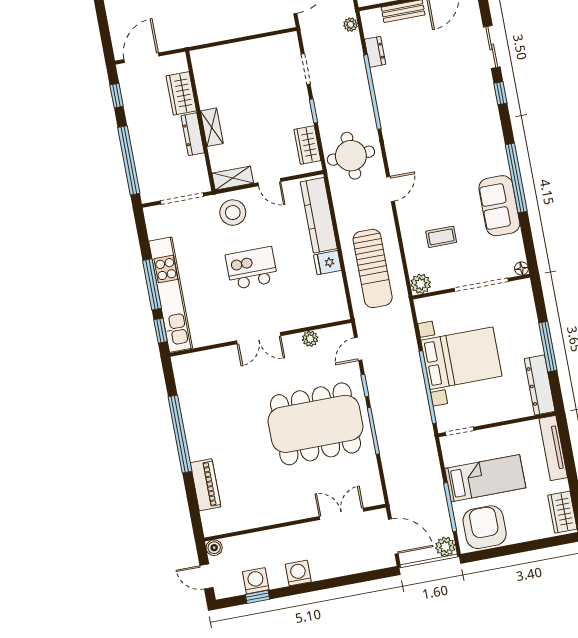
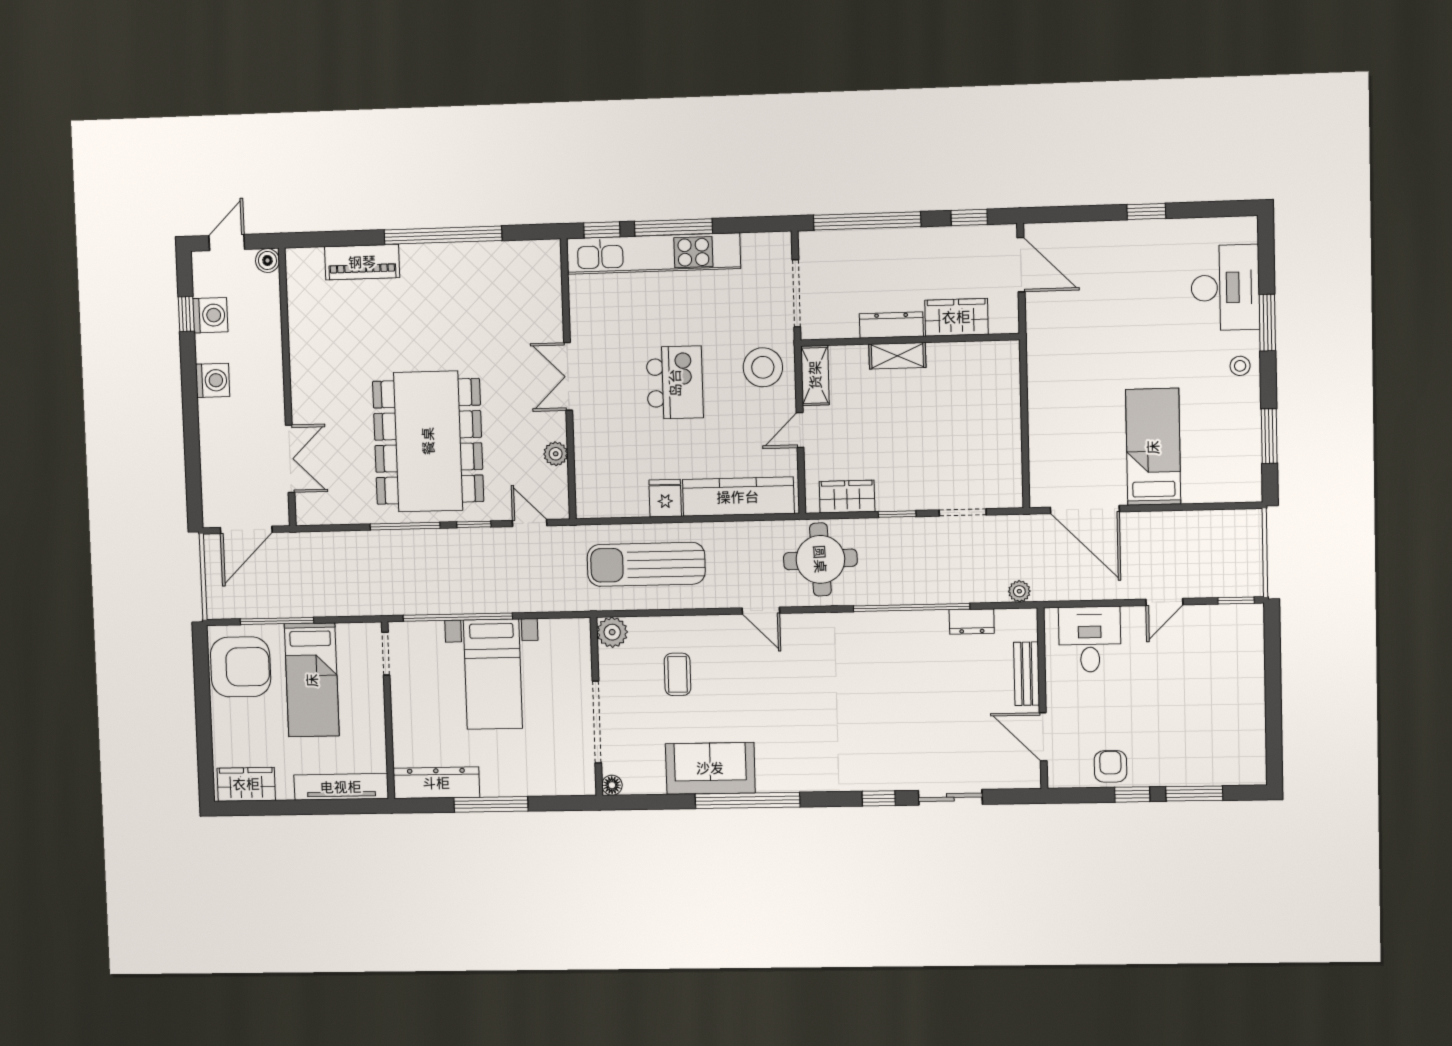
bed with nightstands: (461, 358) -> (493, 674), width x0.73
plant: (445, 547) -> (220, 604), removed

